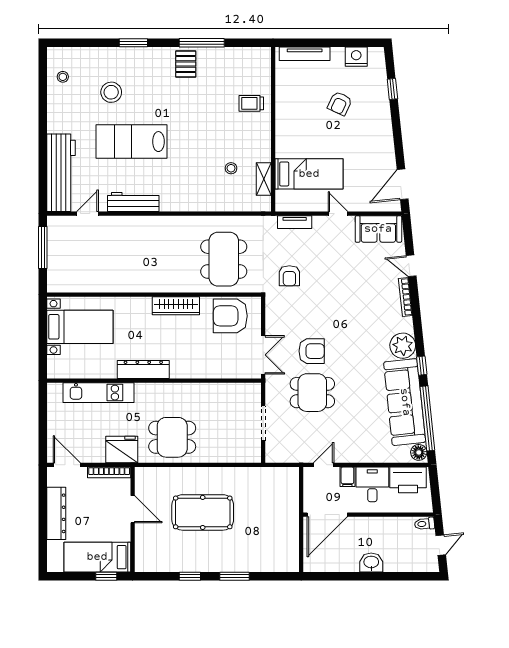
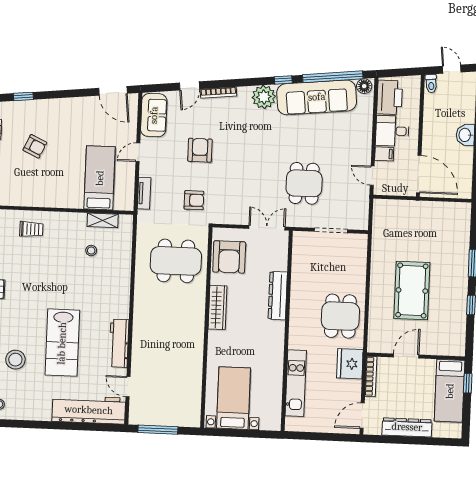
trolley: (251, 103) -> (31, 229), turned -90
armchair: (312, 351) -> (200, 150), moved
dresser: (143, 369) -> (278, 296), moved

